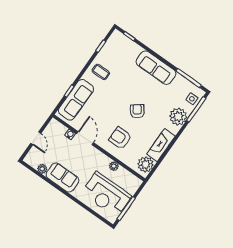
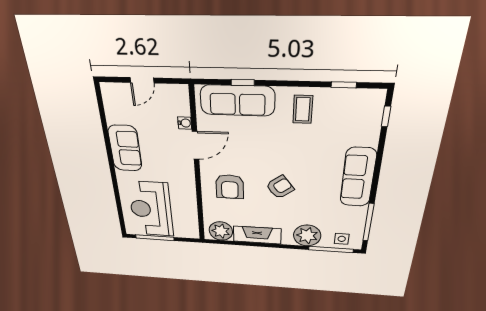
armchair: (120, 138) -> (230, 187), turned 180
plant: (114, 166) -> (190, 199), removed
plant: (42, 169) -> (113, 116), removed

